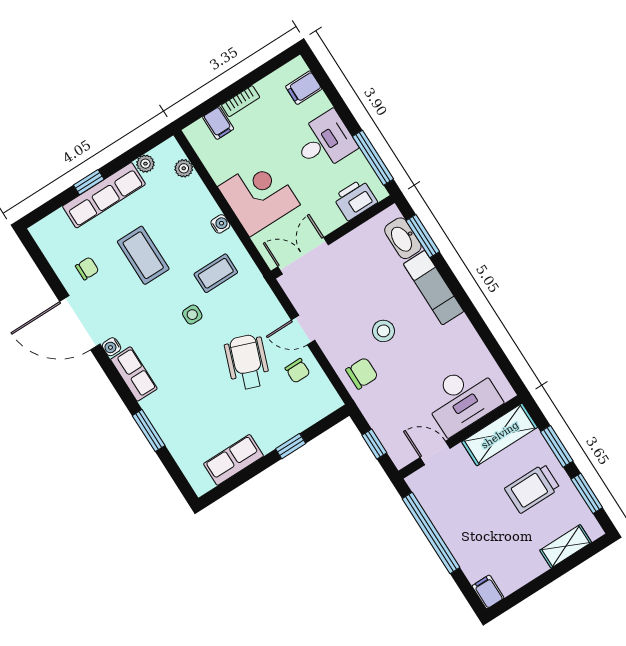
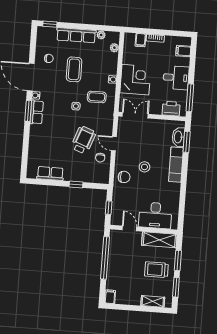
window: (89, 182) -> (50, 24), moved
window: (149, 431) -> (28, 111), moved

